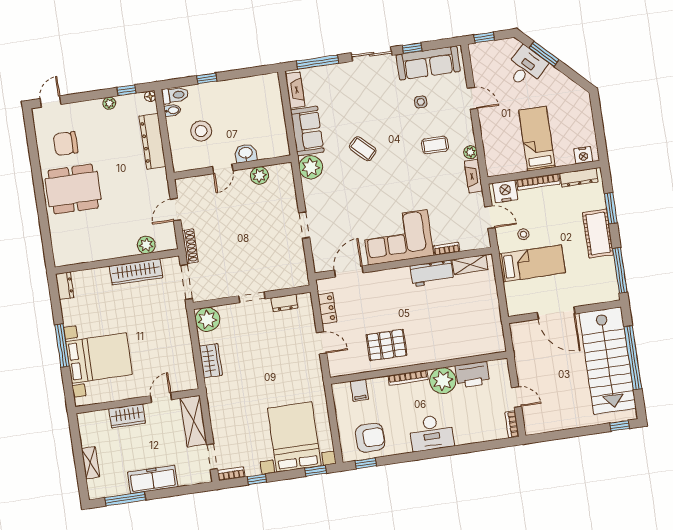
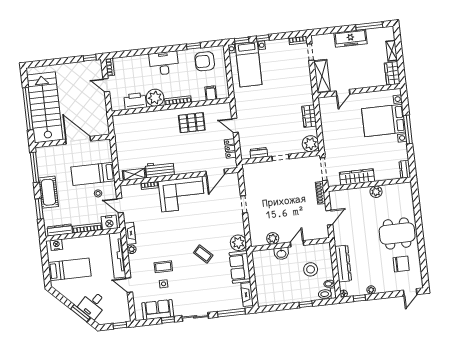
sofa: (428, 63) -> (158, 310), width x0.73
bed: (537, 139) -> (70, 269), moved, turned -90
tv unit: (491, 142) -> (118, 255), added
coffee table: (435, 145) -> (163, 267), moved
plant: (146, 245) -> (376, 192), moved
wardrobe: (127, 416) -> (392, 73), moved, turned -90
window: (620, 426) -> (90, 58), moved
bed with nightstands: (294, 437) -> (249, 64), width x0.73
window: (366, 463) -> (194, 46), moved
window: (257, 479) -> (263, 38), moved

